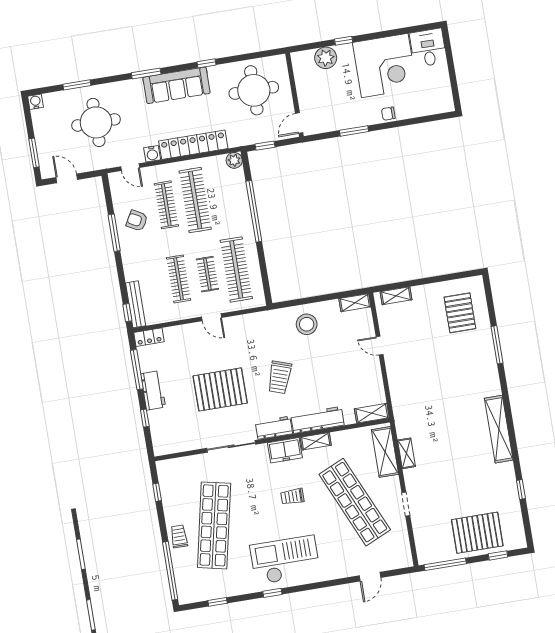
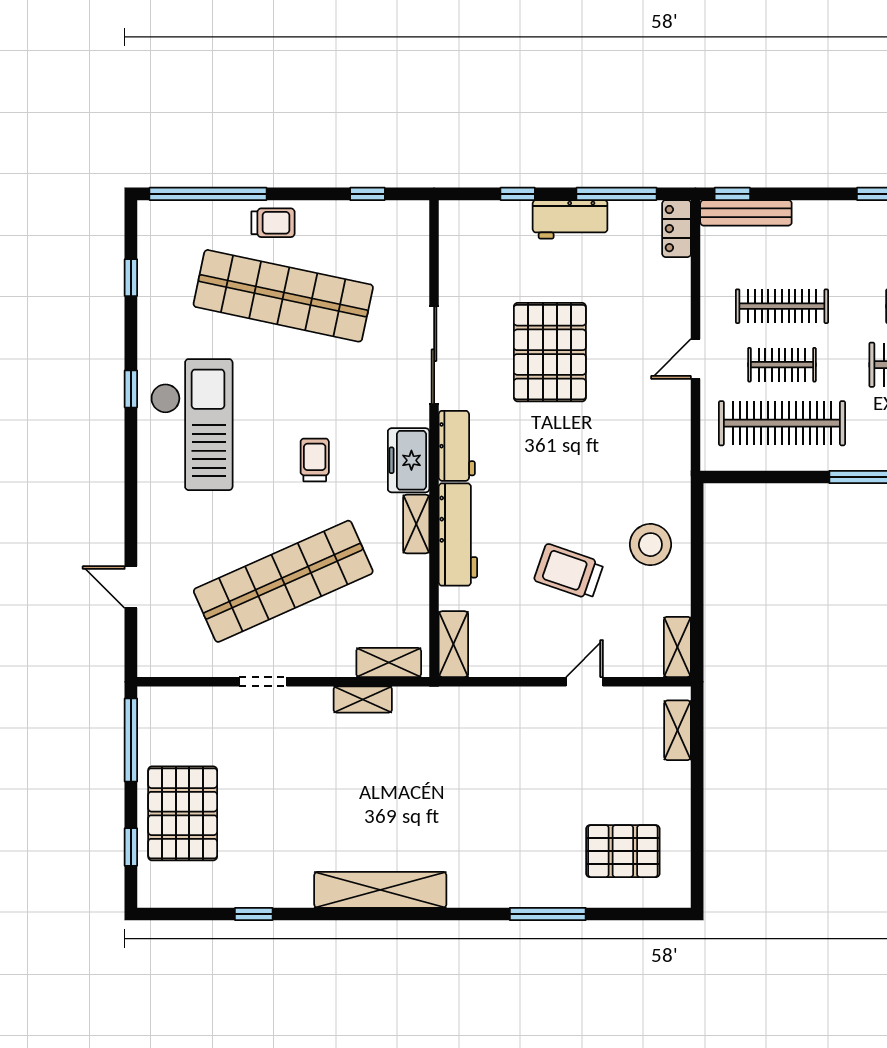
trolley: (280, 377) -> (569, 572), moved
shelving: (385, 452) -> (389, 662), width x0.67, depth x0.75

